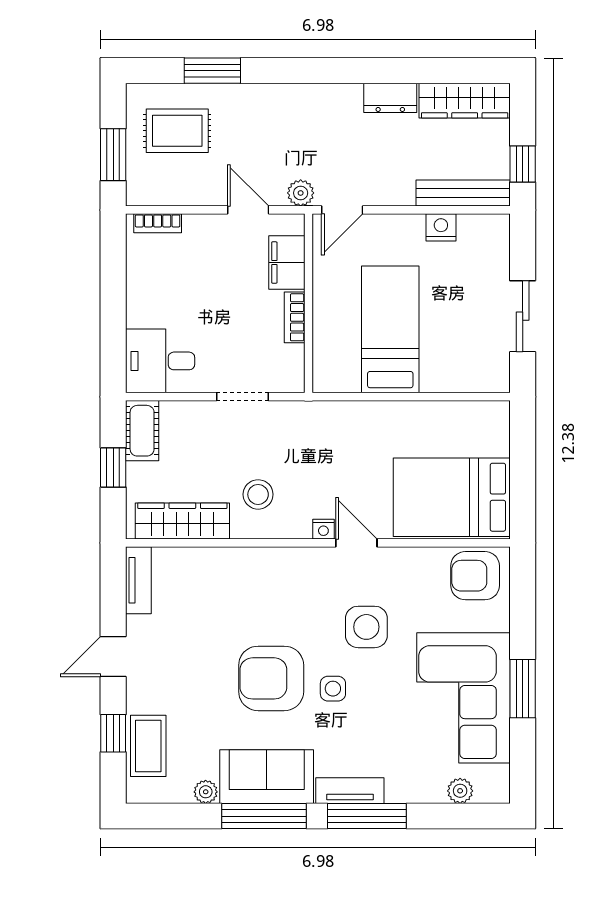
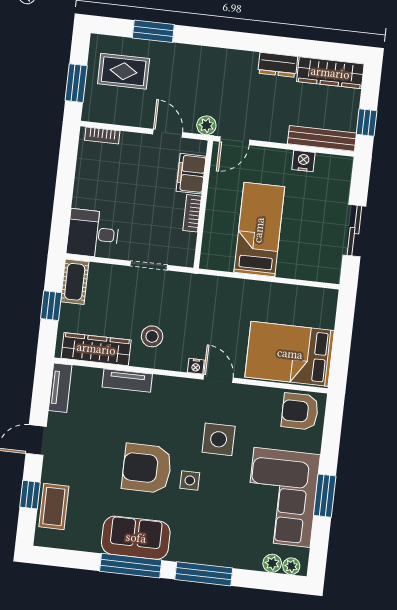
tv unit: (350, 791) -> (127, 381), moved, turned 180
plant: (206, 792) -> (291, 566), moved

